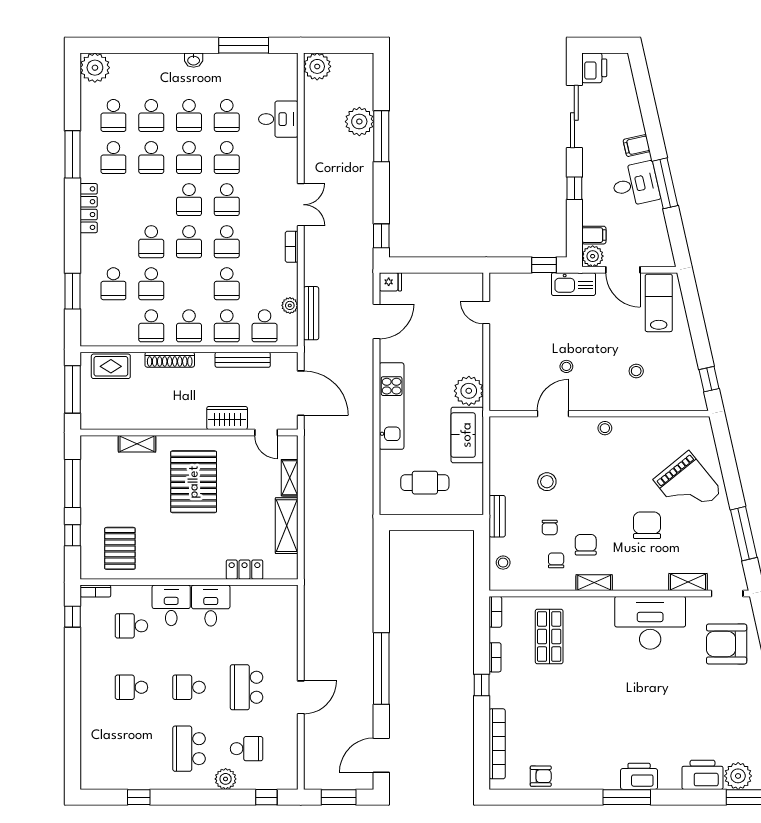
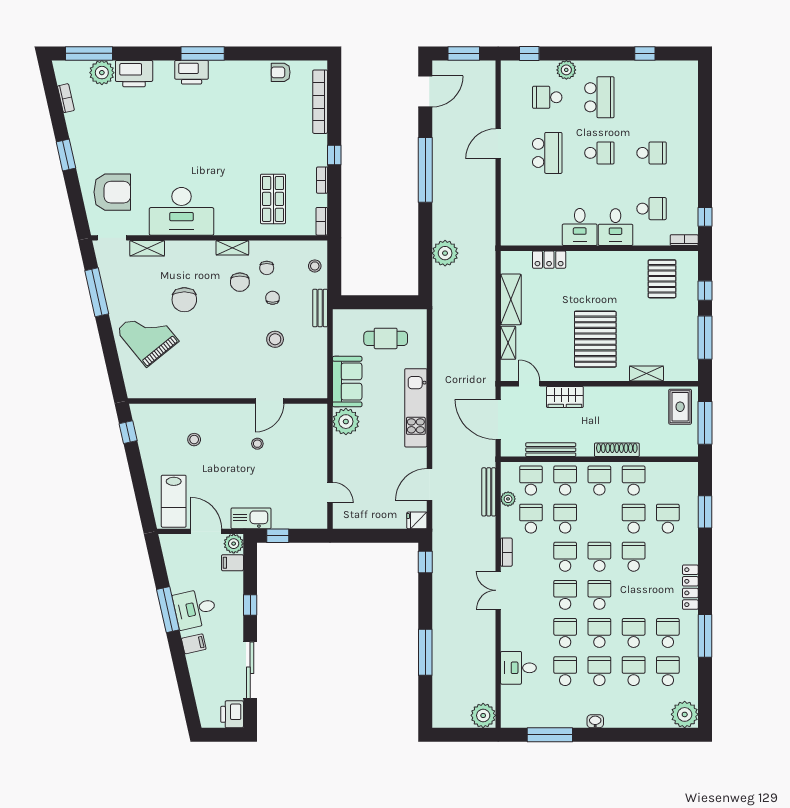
plant: (359, 122) -> (445, 253), moved
school desk: (265, 284) -> (531, 519), added
rug: (111, 366) -> (680, 407), moved, turned 90
stool: (605, 428) -> (223, 388), removed

